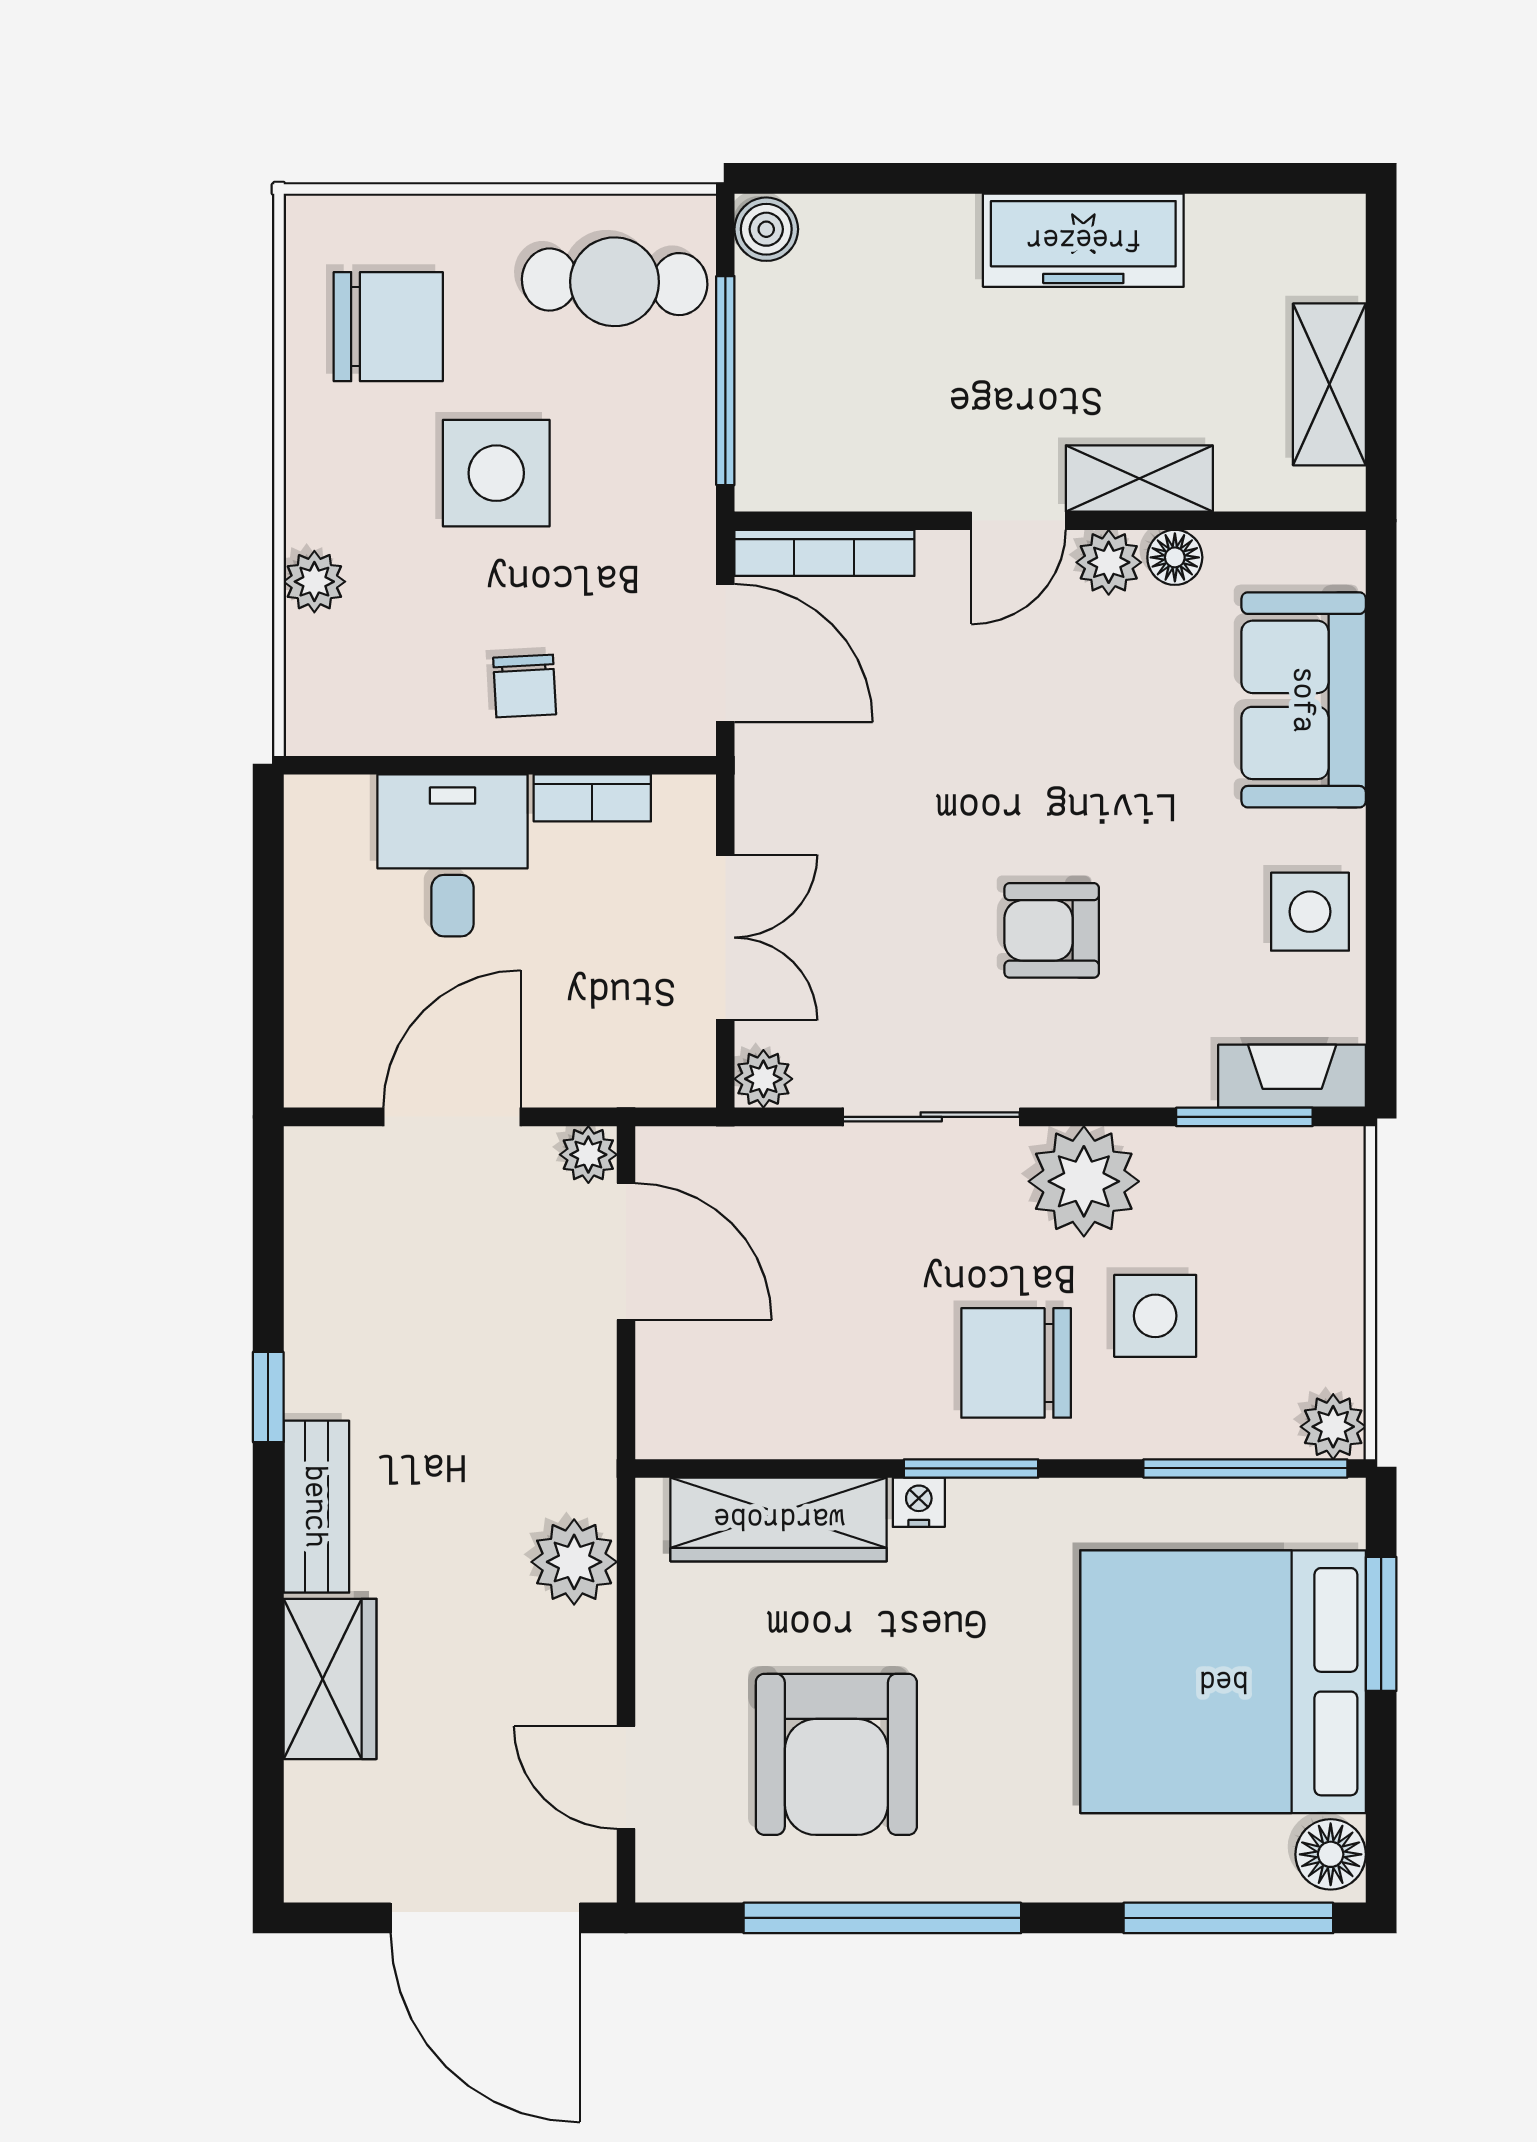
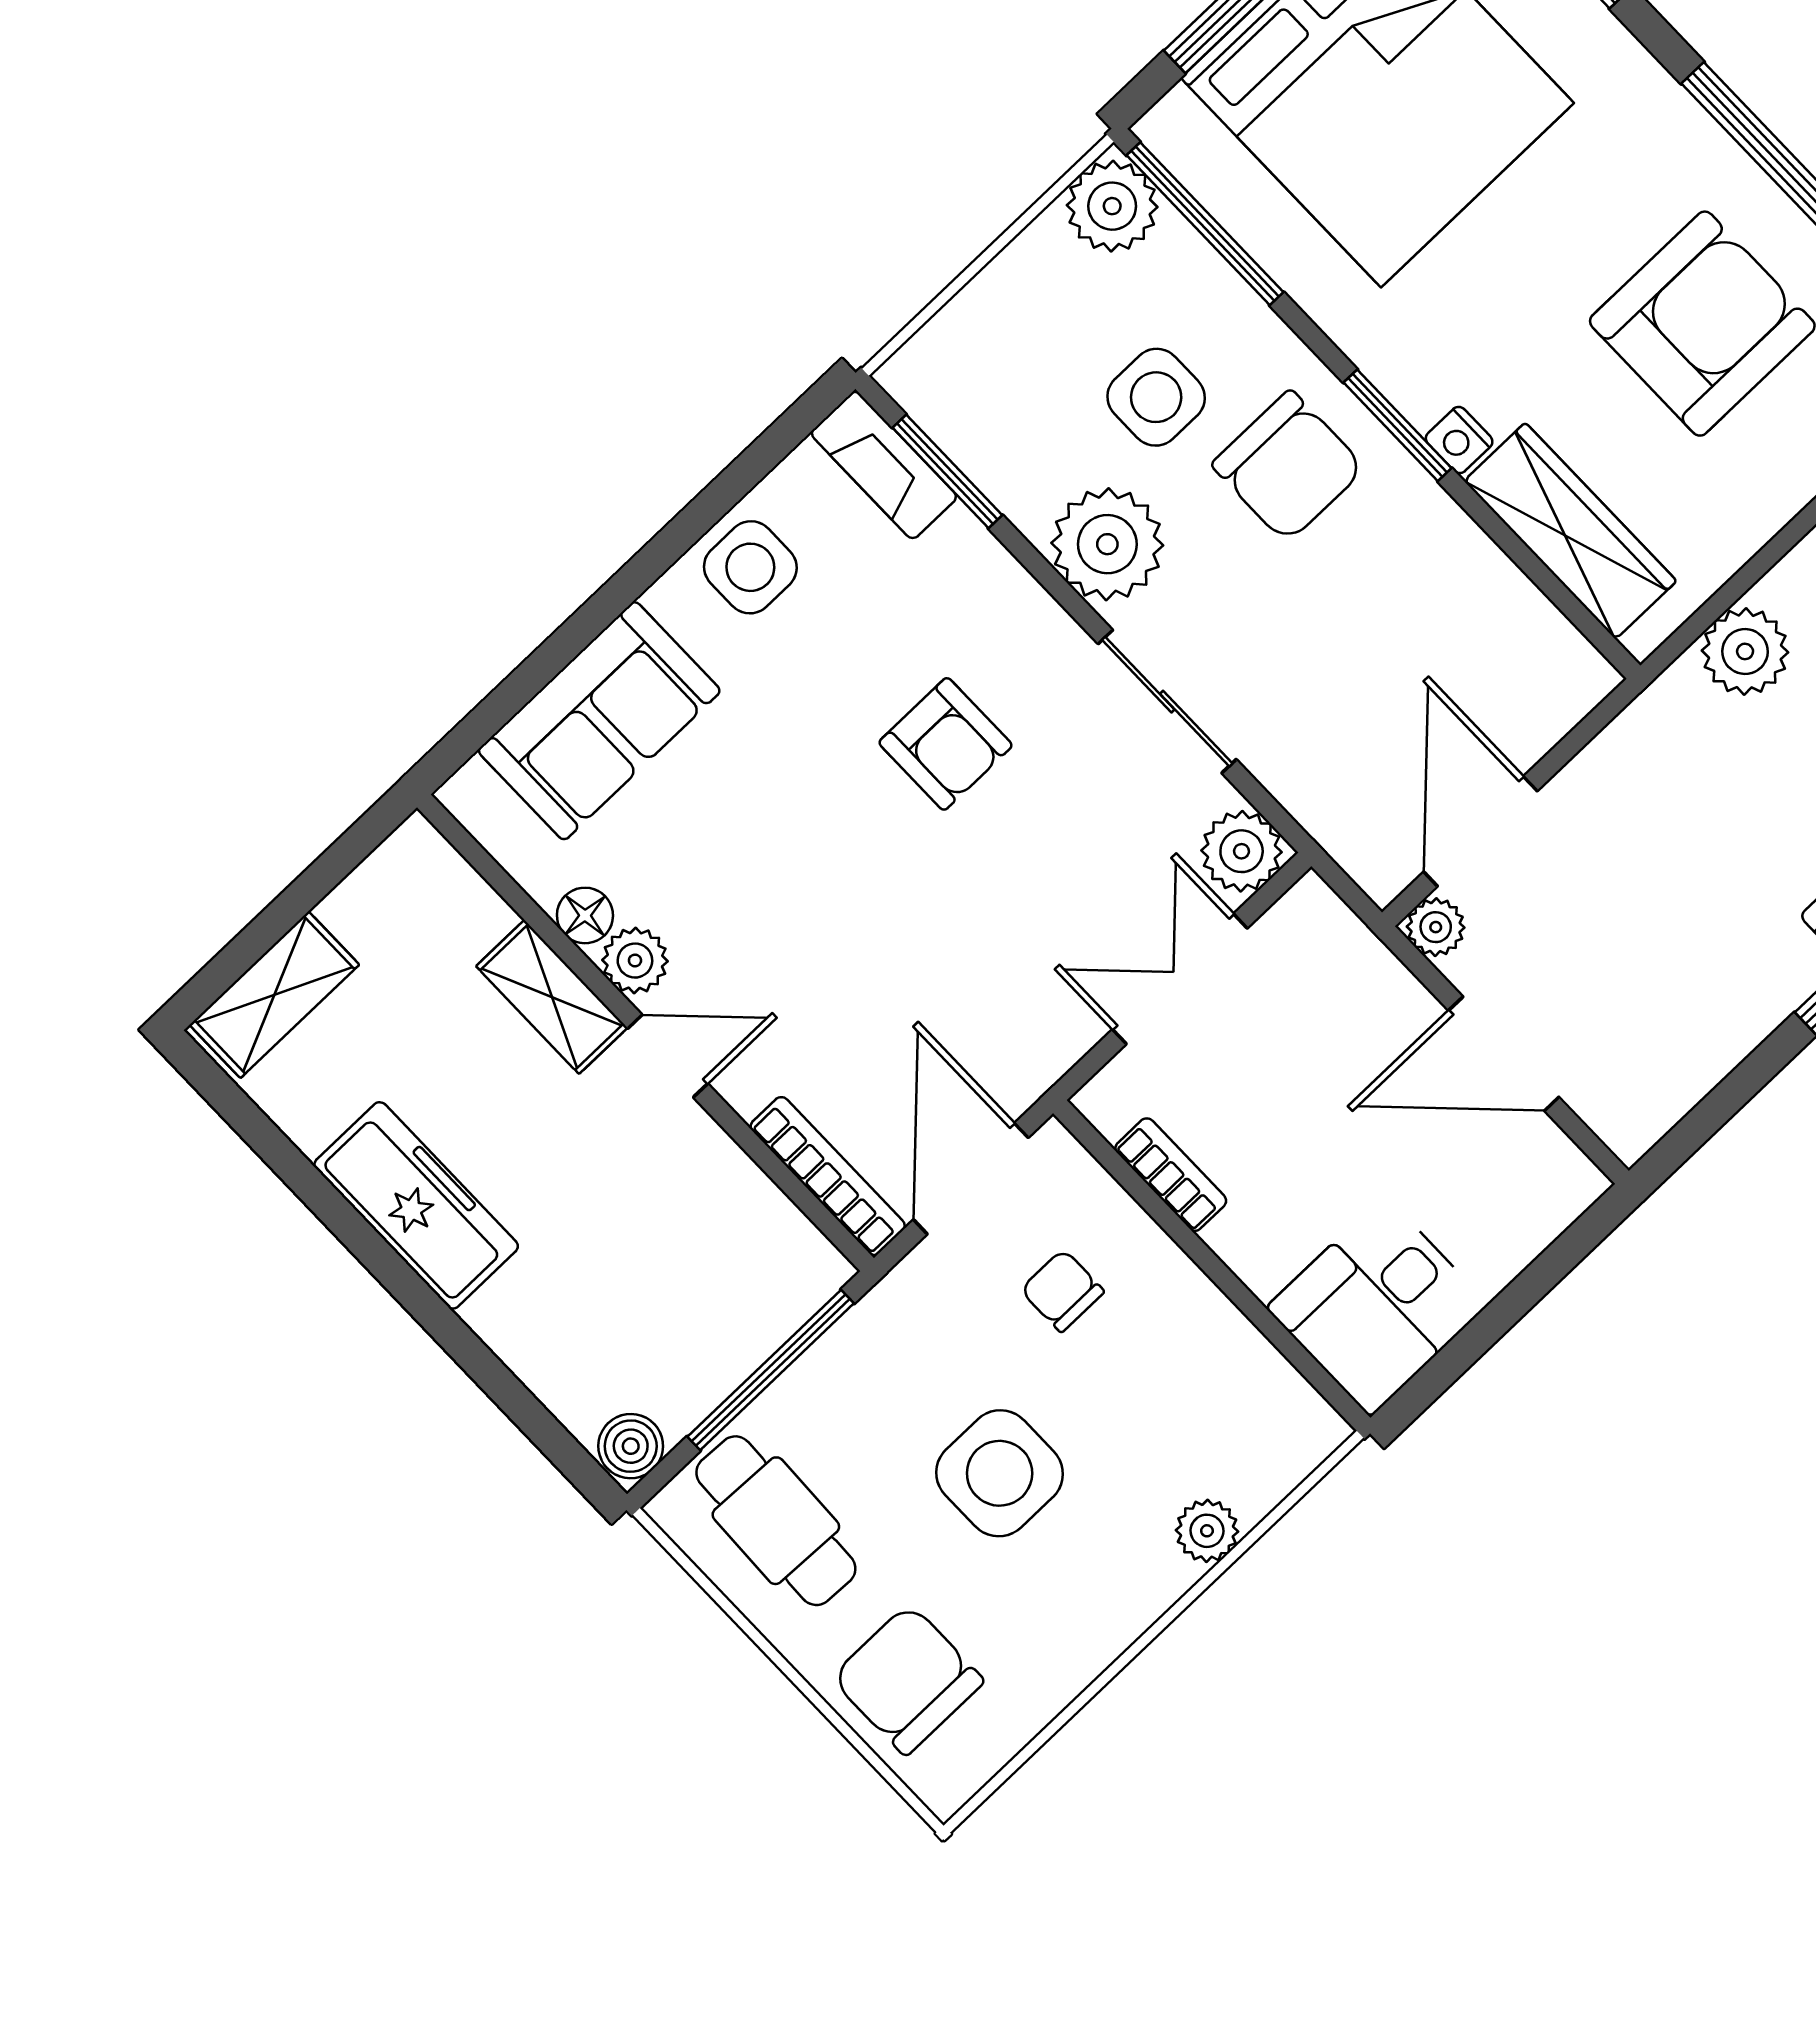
chair: (388, 327) -> (908, 1679), moved
shelving: (1329, 384) -> (274, 995), moved
chair: (525, 686) -> (1062, 1291), moved, turned -87
desk: (453, 855) -> (1377, 1306), moved
plant: (763, 1079) -> (1242, 851), width x1.38, depth x1.38
plant: (1333, 1427) -> (1112, 206), width x1.38, depth x1.38

